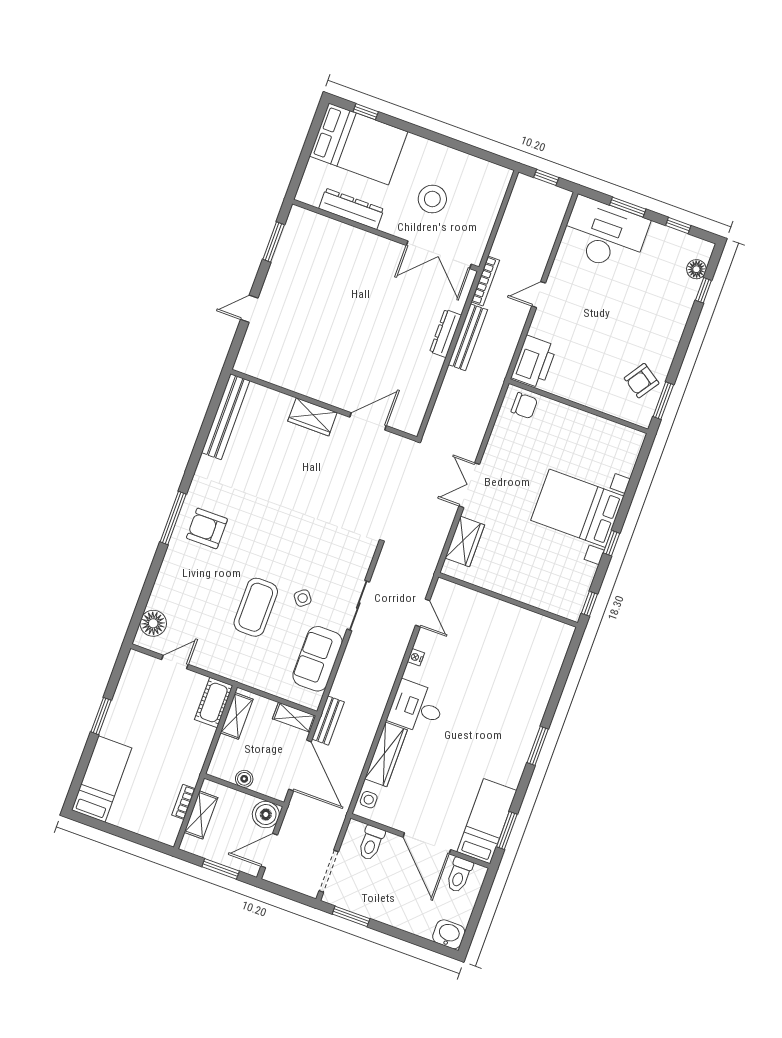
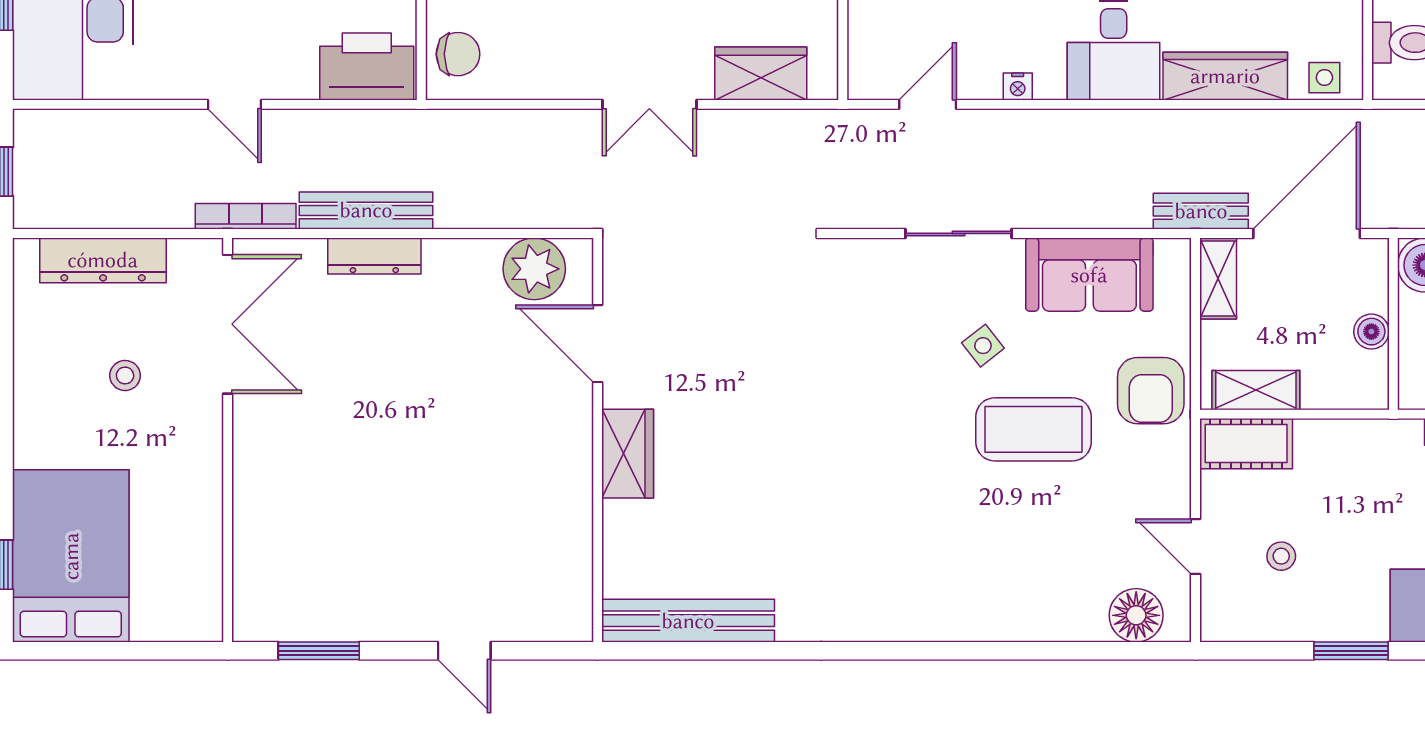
stool: (432, 199) -> (125, 376), width x0.53, depth x0.53
dresser: (351, 209) -> (103, 260), moved, turned -90
plant: (413, 405) -> (534, 269), added
chair: (524, 406) -> (458, 54), turned 90
window: (173, 518) -> (920, 651), removed
armchair: (207, 528) -> (1151, 391), moved
stool: (156, 700) -> (1281, 556), added

